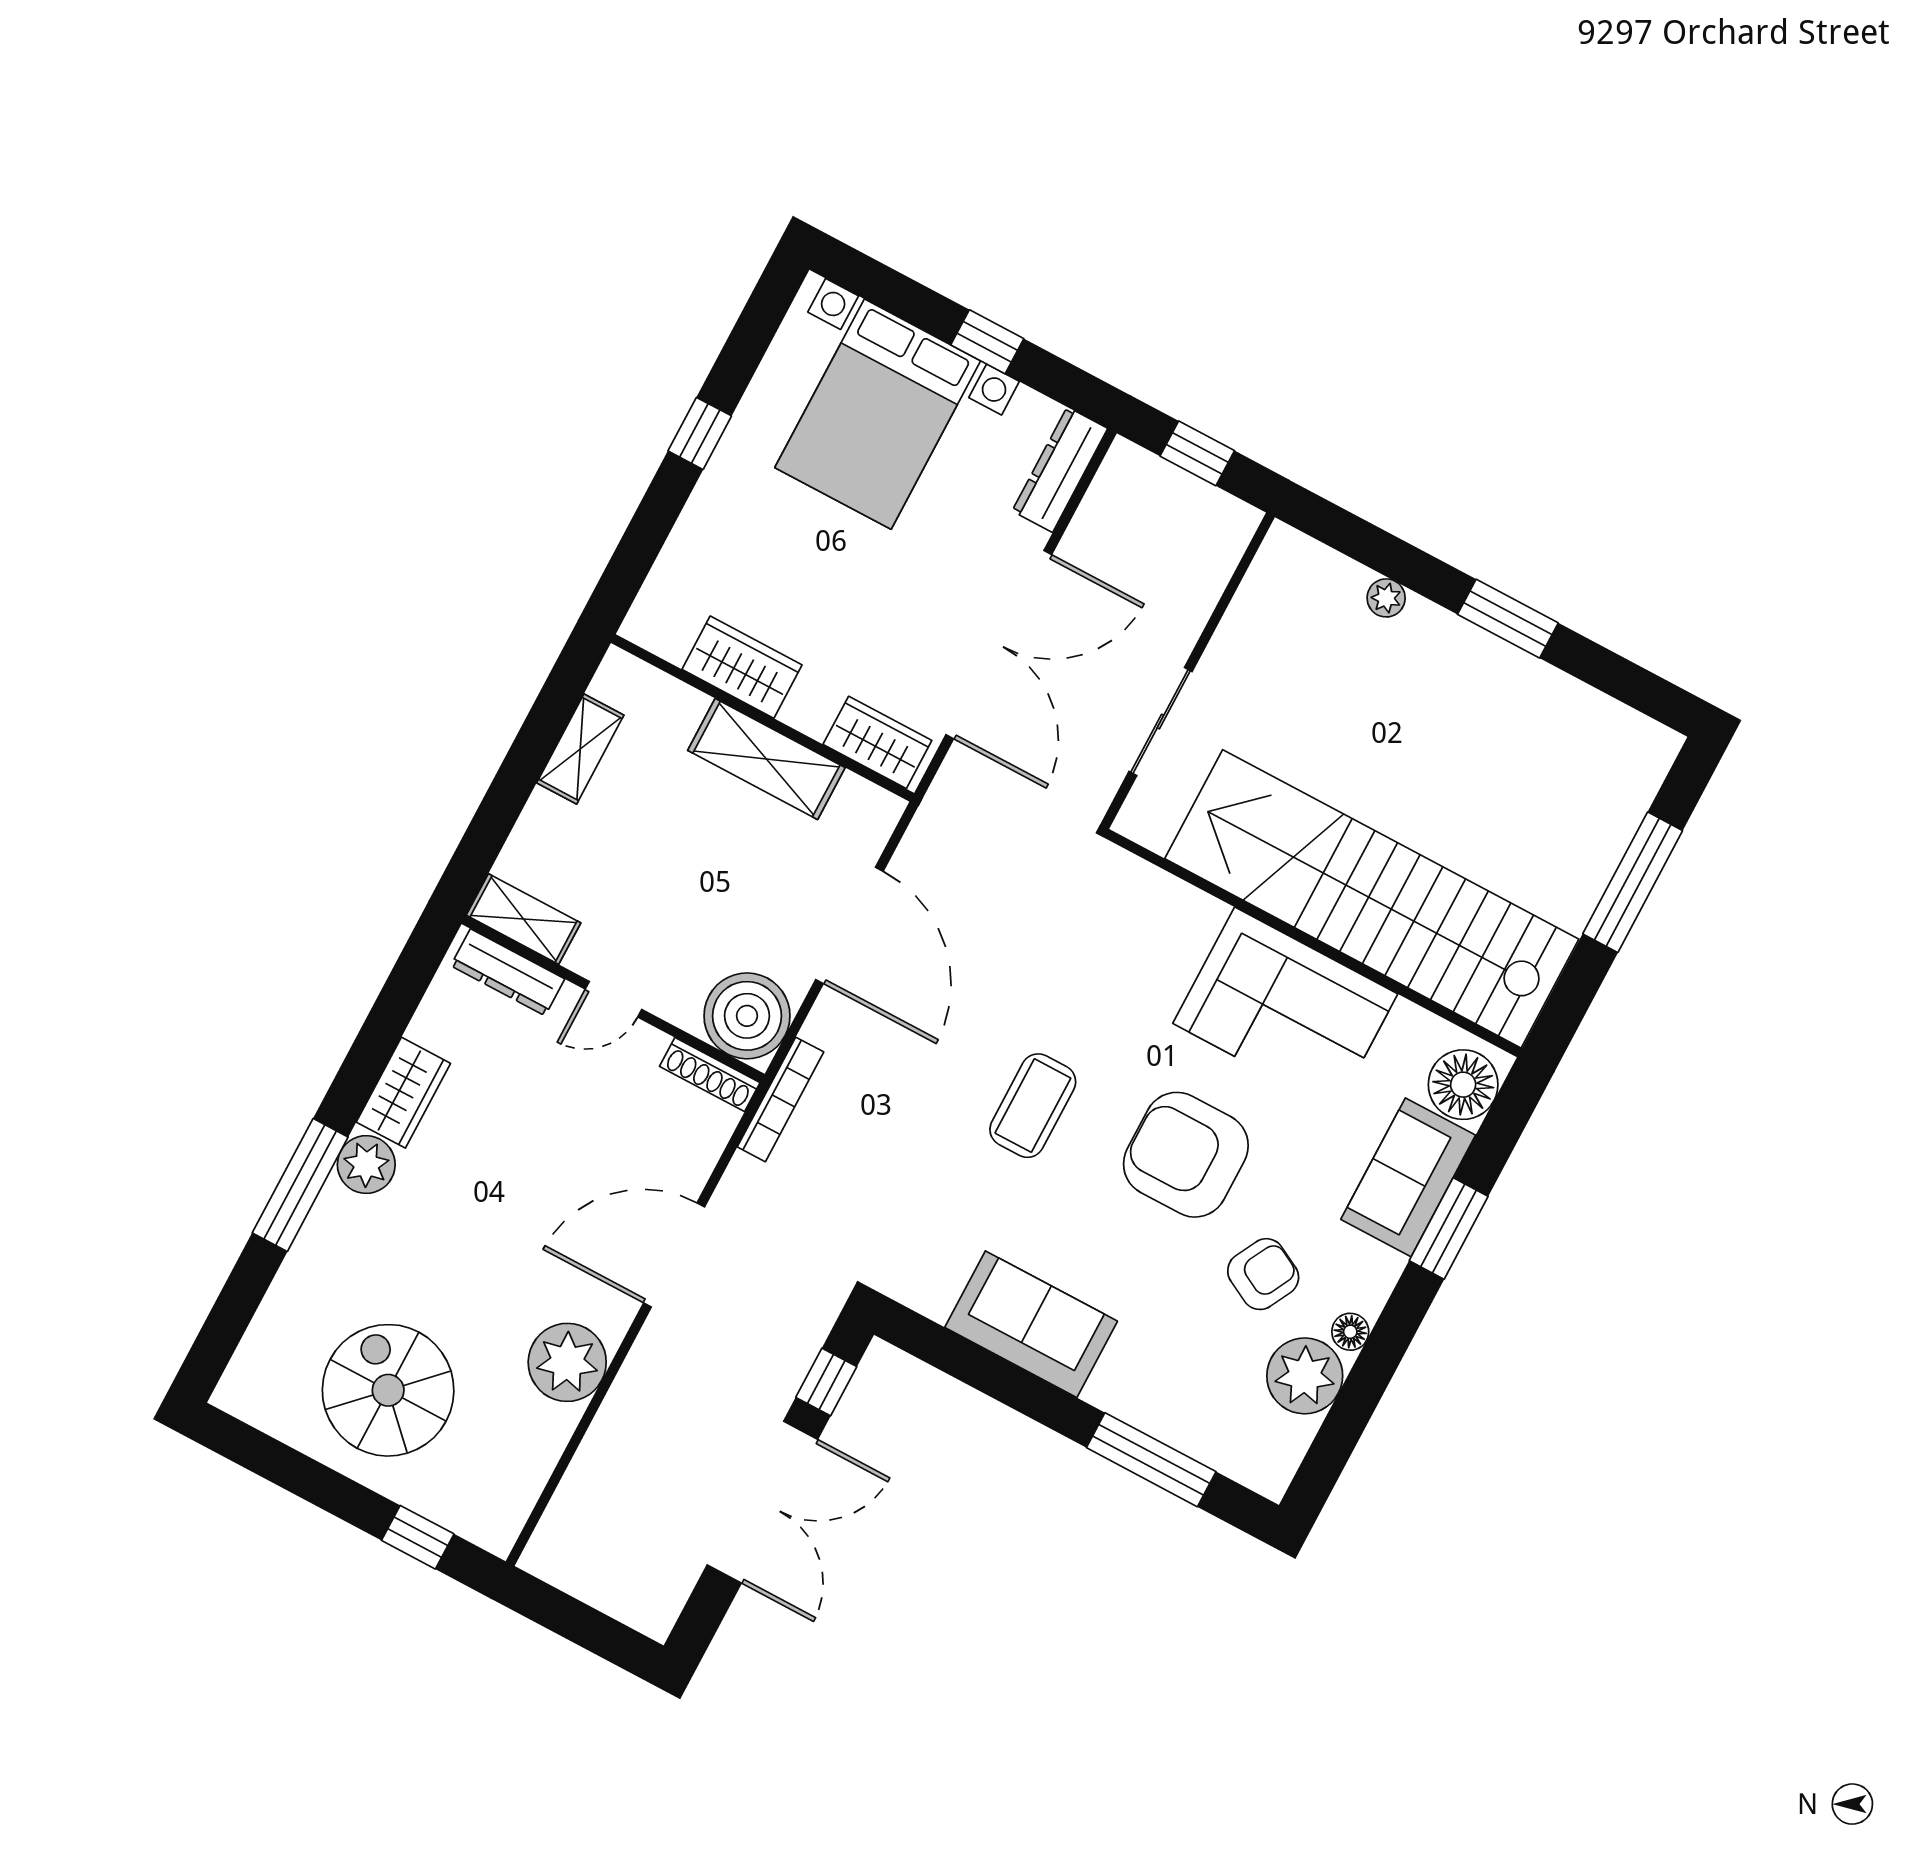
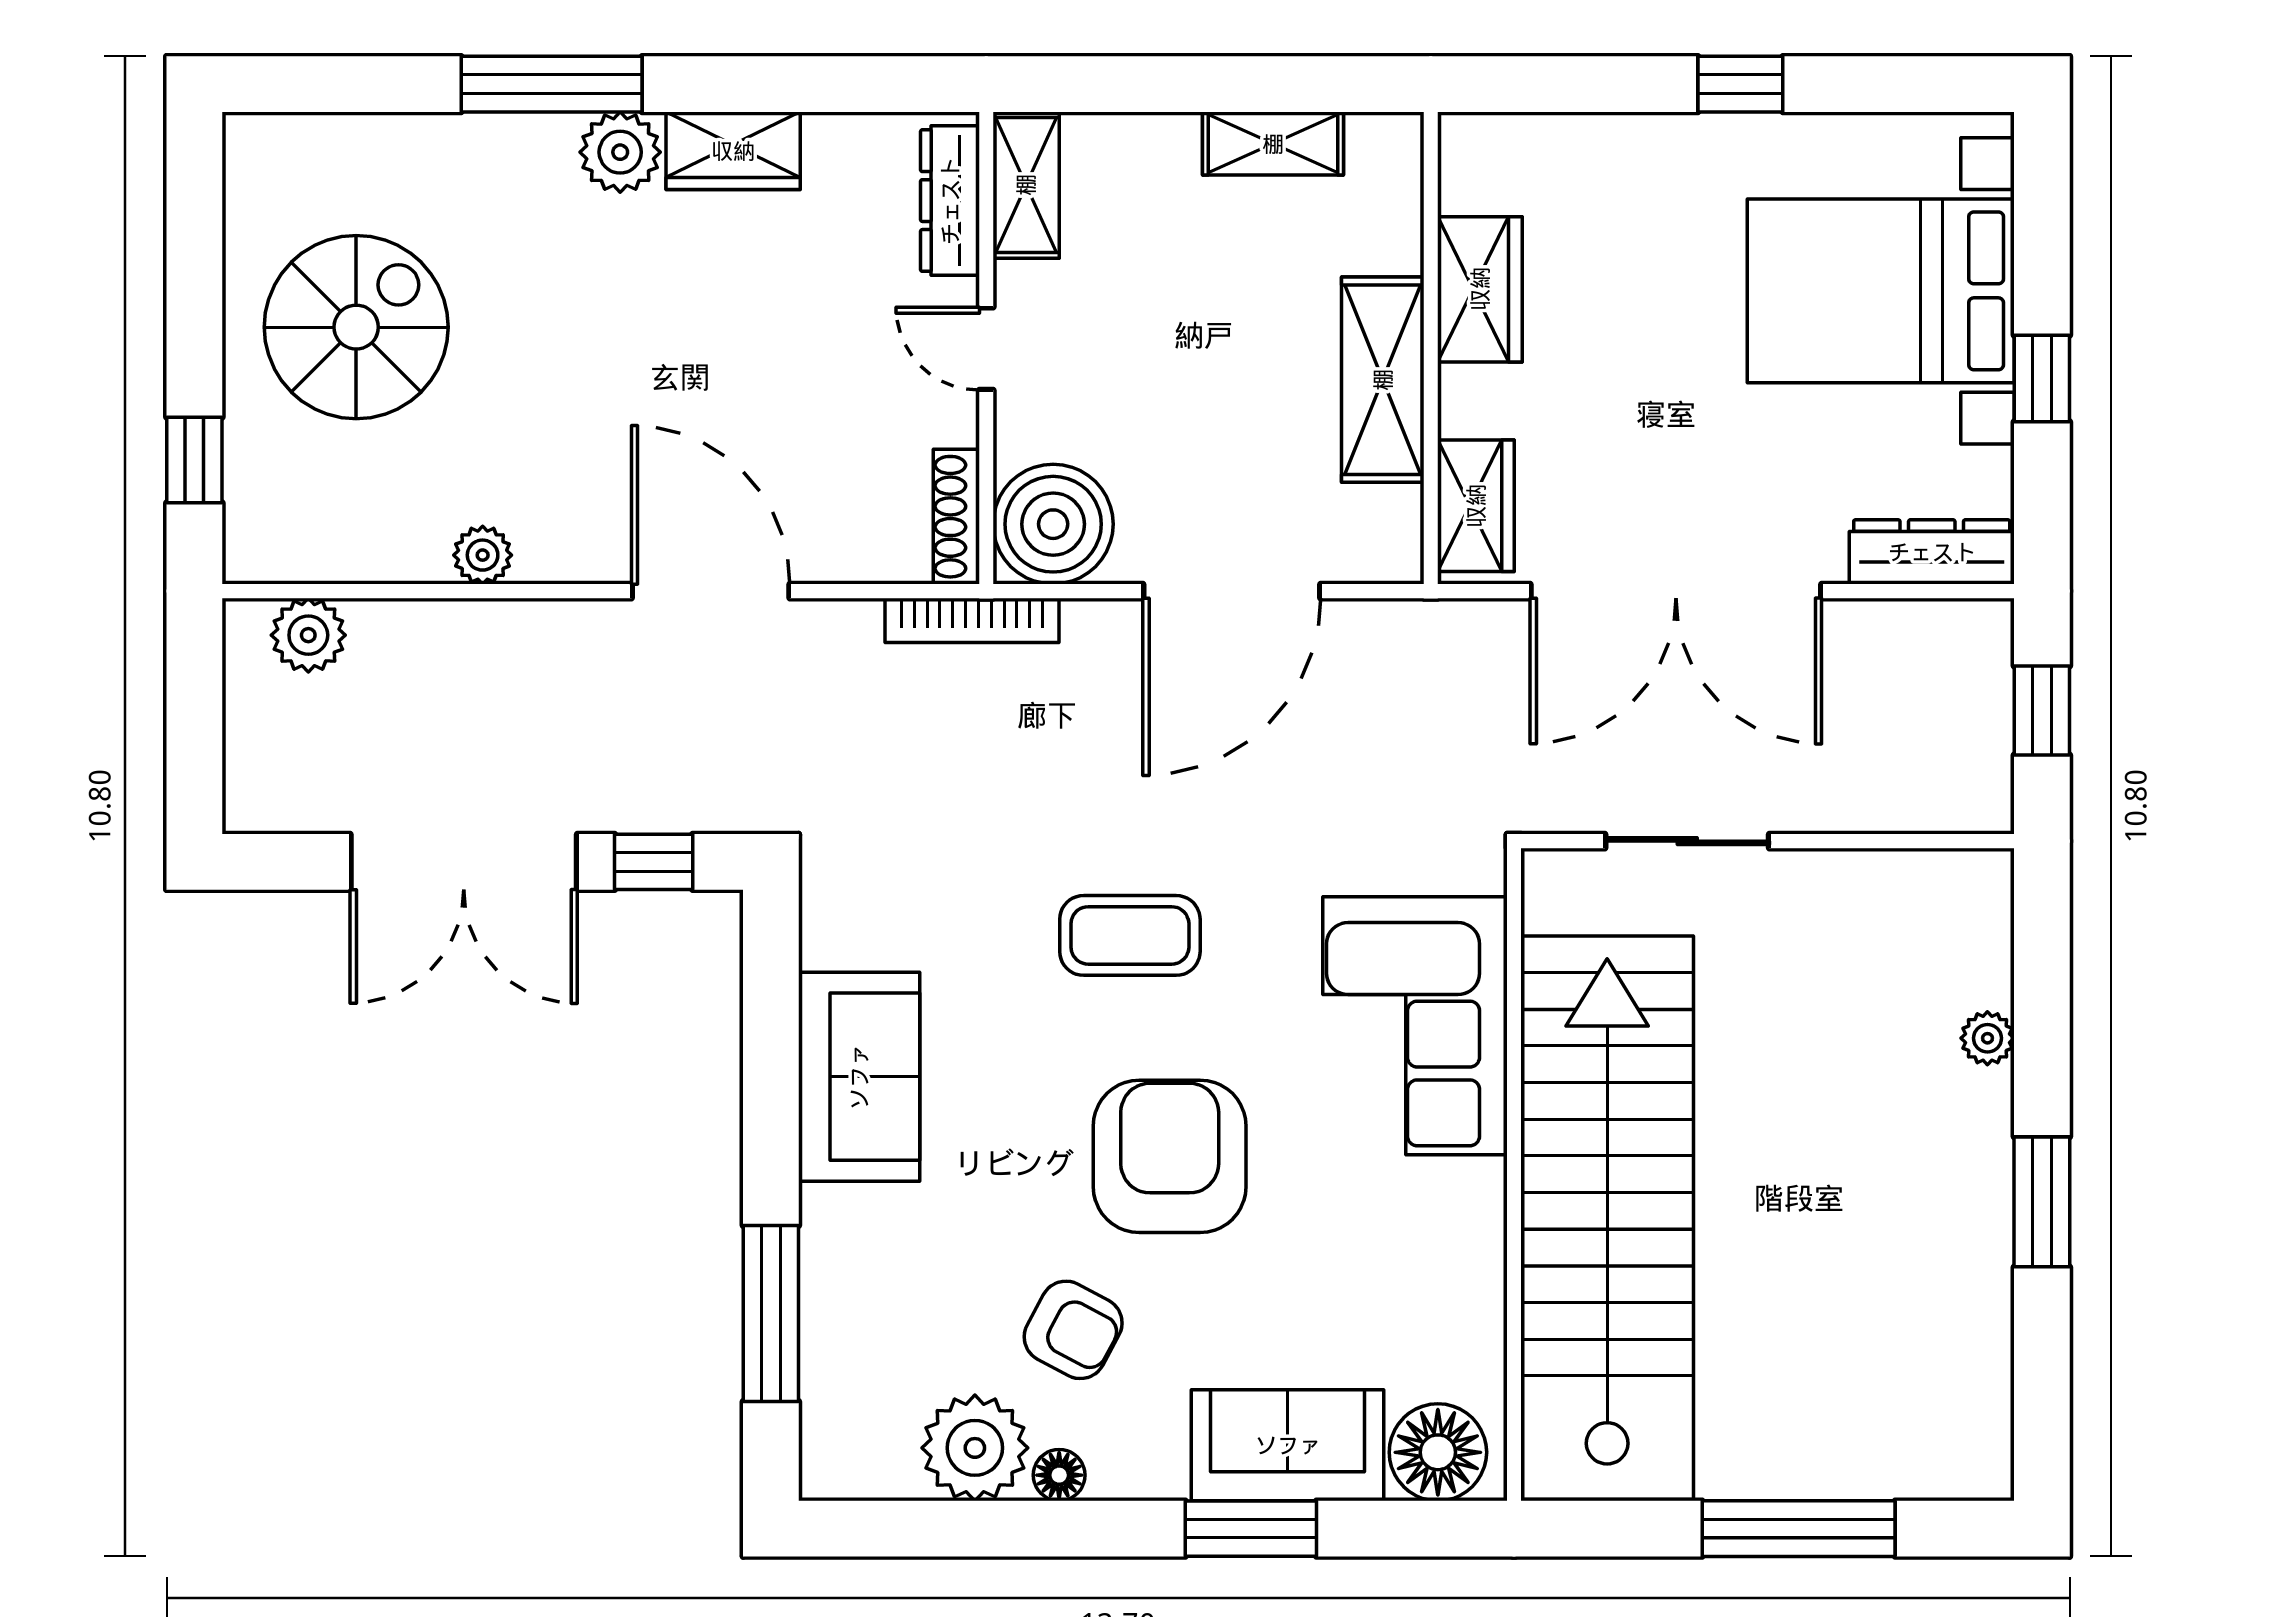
corner sofa: (1285, 1009) -> (1415, 1026), moved
plant: (567, 1362) -> (483, 555), width x0.53, depth x0.53
plant: (567, 1524) -> (308, 635), added

